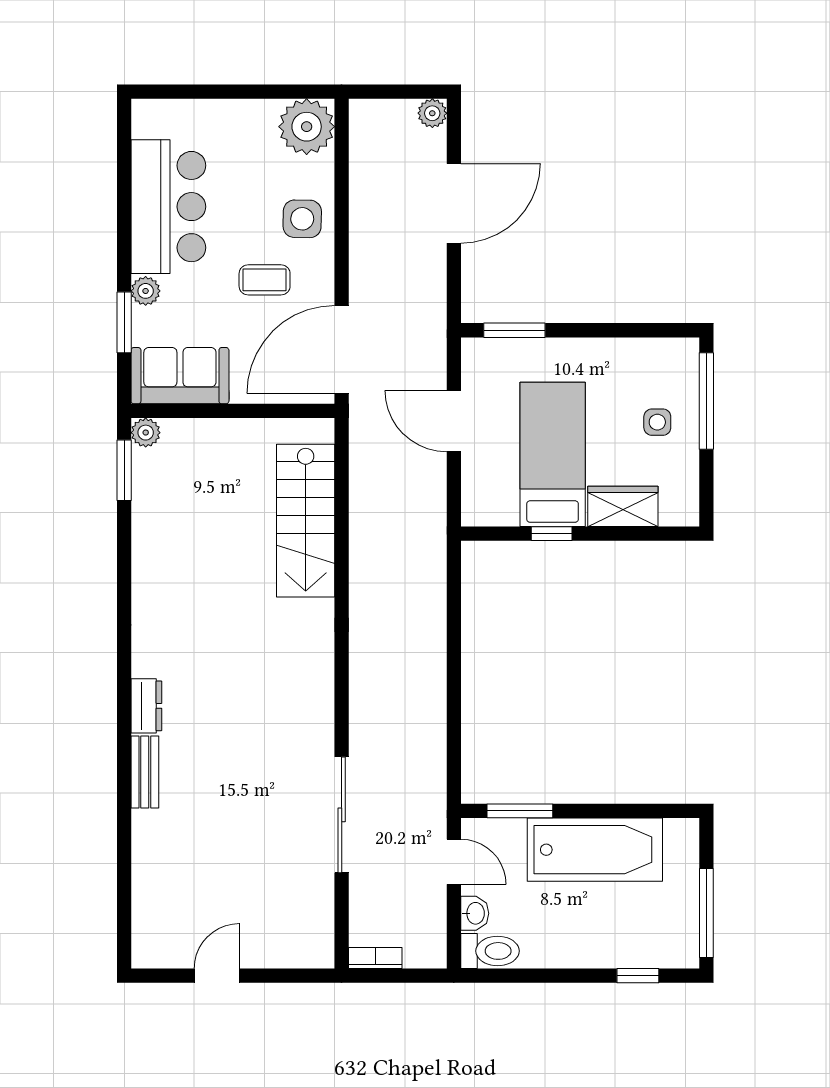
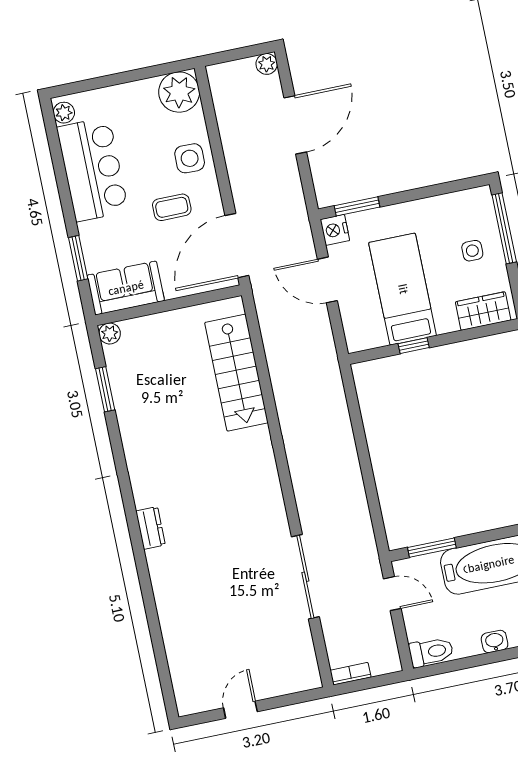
plant: (146, 291) -> (64, 113), moved
nightstand: (478, 356) -> (335, 230), added
window: (124, 470) -> (105, 389), moved
wardrobe: (623, 506) -> (483, 311), moved
bench: (145, 772) -> (159, 575), removed
washbasin: (475, 913) -> (495, 642), moved, turned -90

